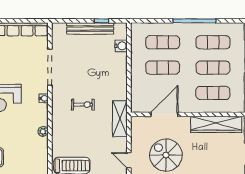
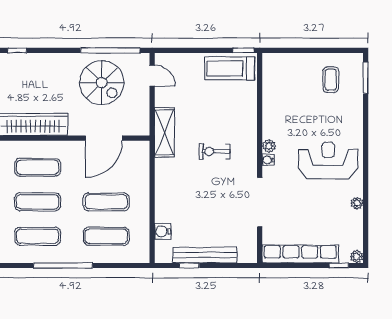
plant: (43, 131) -> (269, 146), moved

